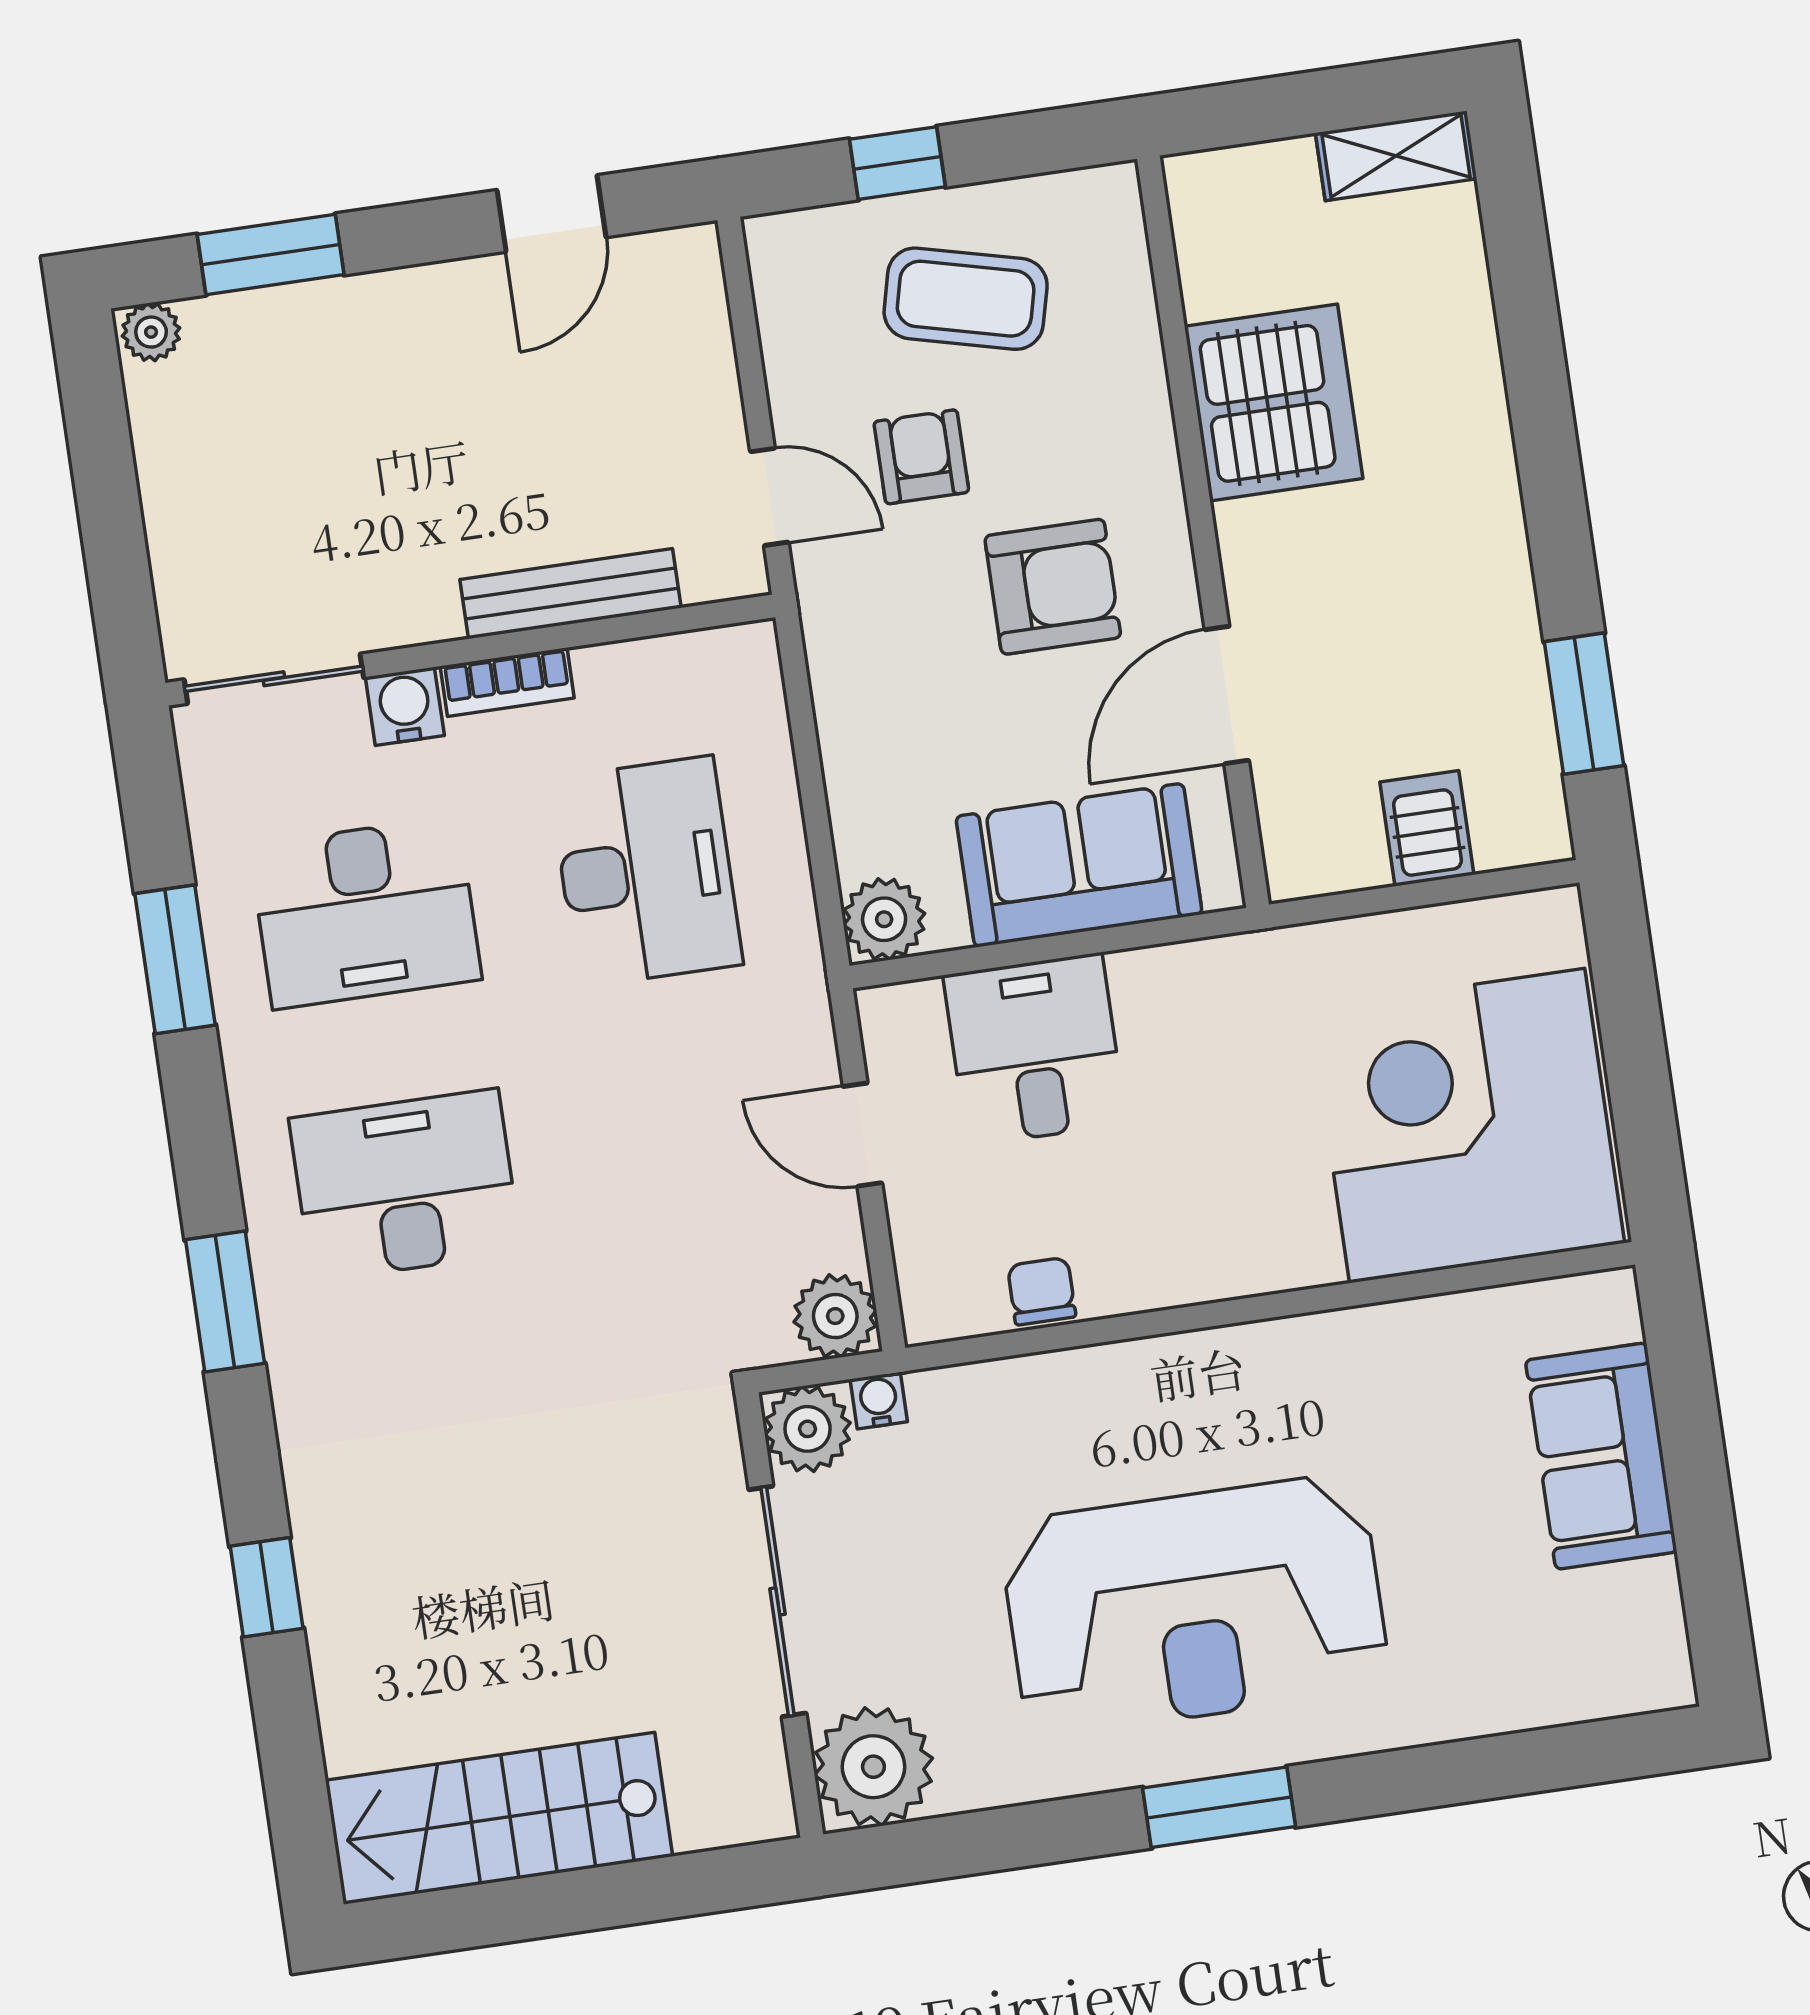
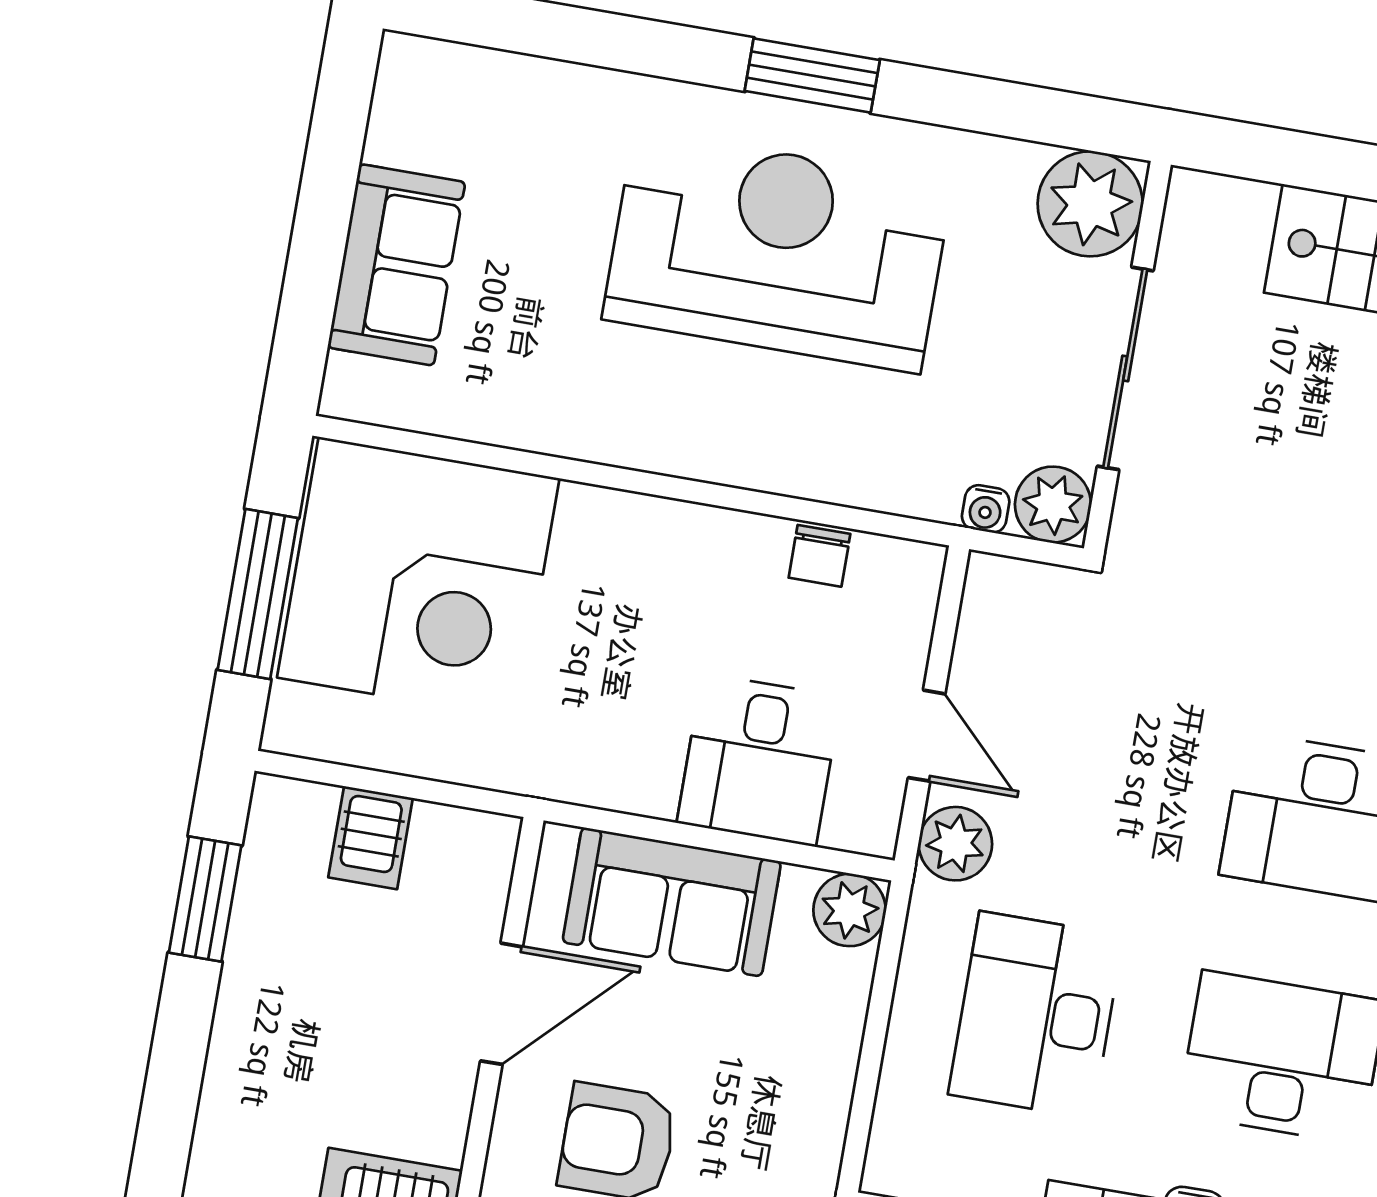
window: (1635, 1052) -> (258, 594), added
plant: (835, 1316) -> (955, 844), moved

